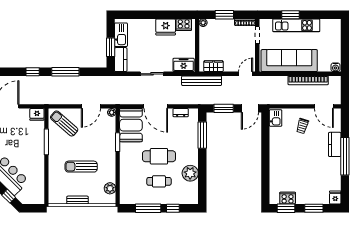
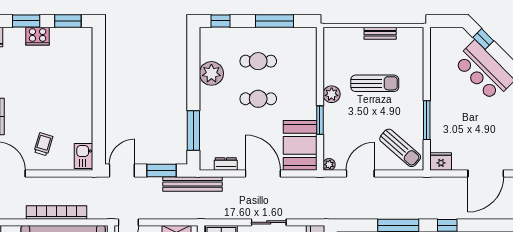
bookcase: (308, 80) -> (57, 212), moved
bench: (202, 81) -> (193, 184), moved
cafe table: (159, 156) -> (258, 99), width x0.73, depth x0.74
plant: (110, 188) -> (332, 94), moved
cooker: (288, 198) -> (38, 36), moved
window: (173, 208) -> (220, 21), moved

